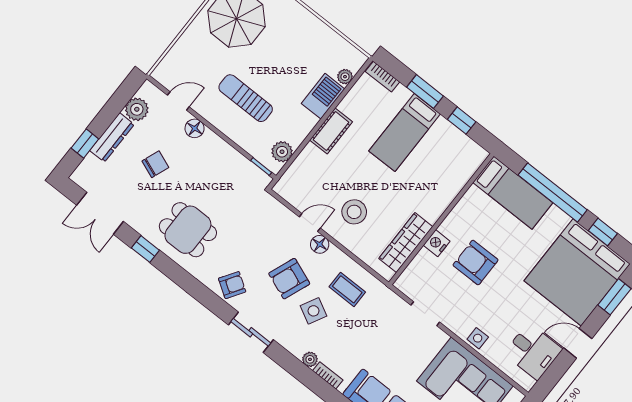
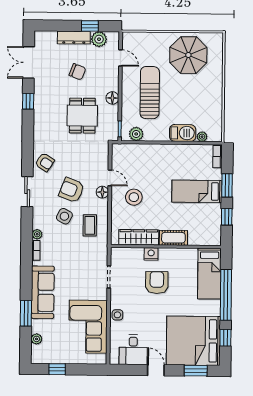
sun lounger: (246, 98) -> (150, 93), width x1.36, depth x1.34
floor lamp: (195, 128) -> (112, 98), moved
cot: (331, 131) -> (173, 238), moved
window: (85, 143) -> (90, 26), moved
dining table: (188, 230) -> (82, 116), moved

